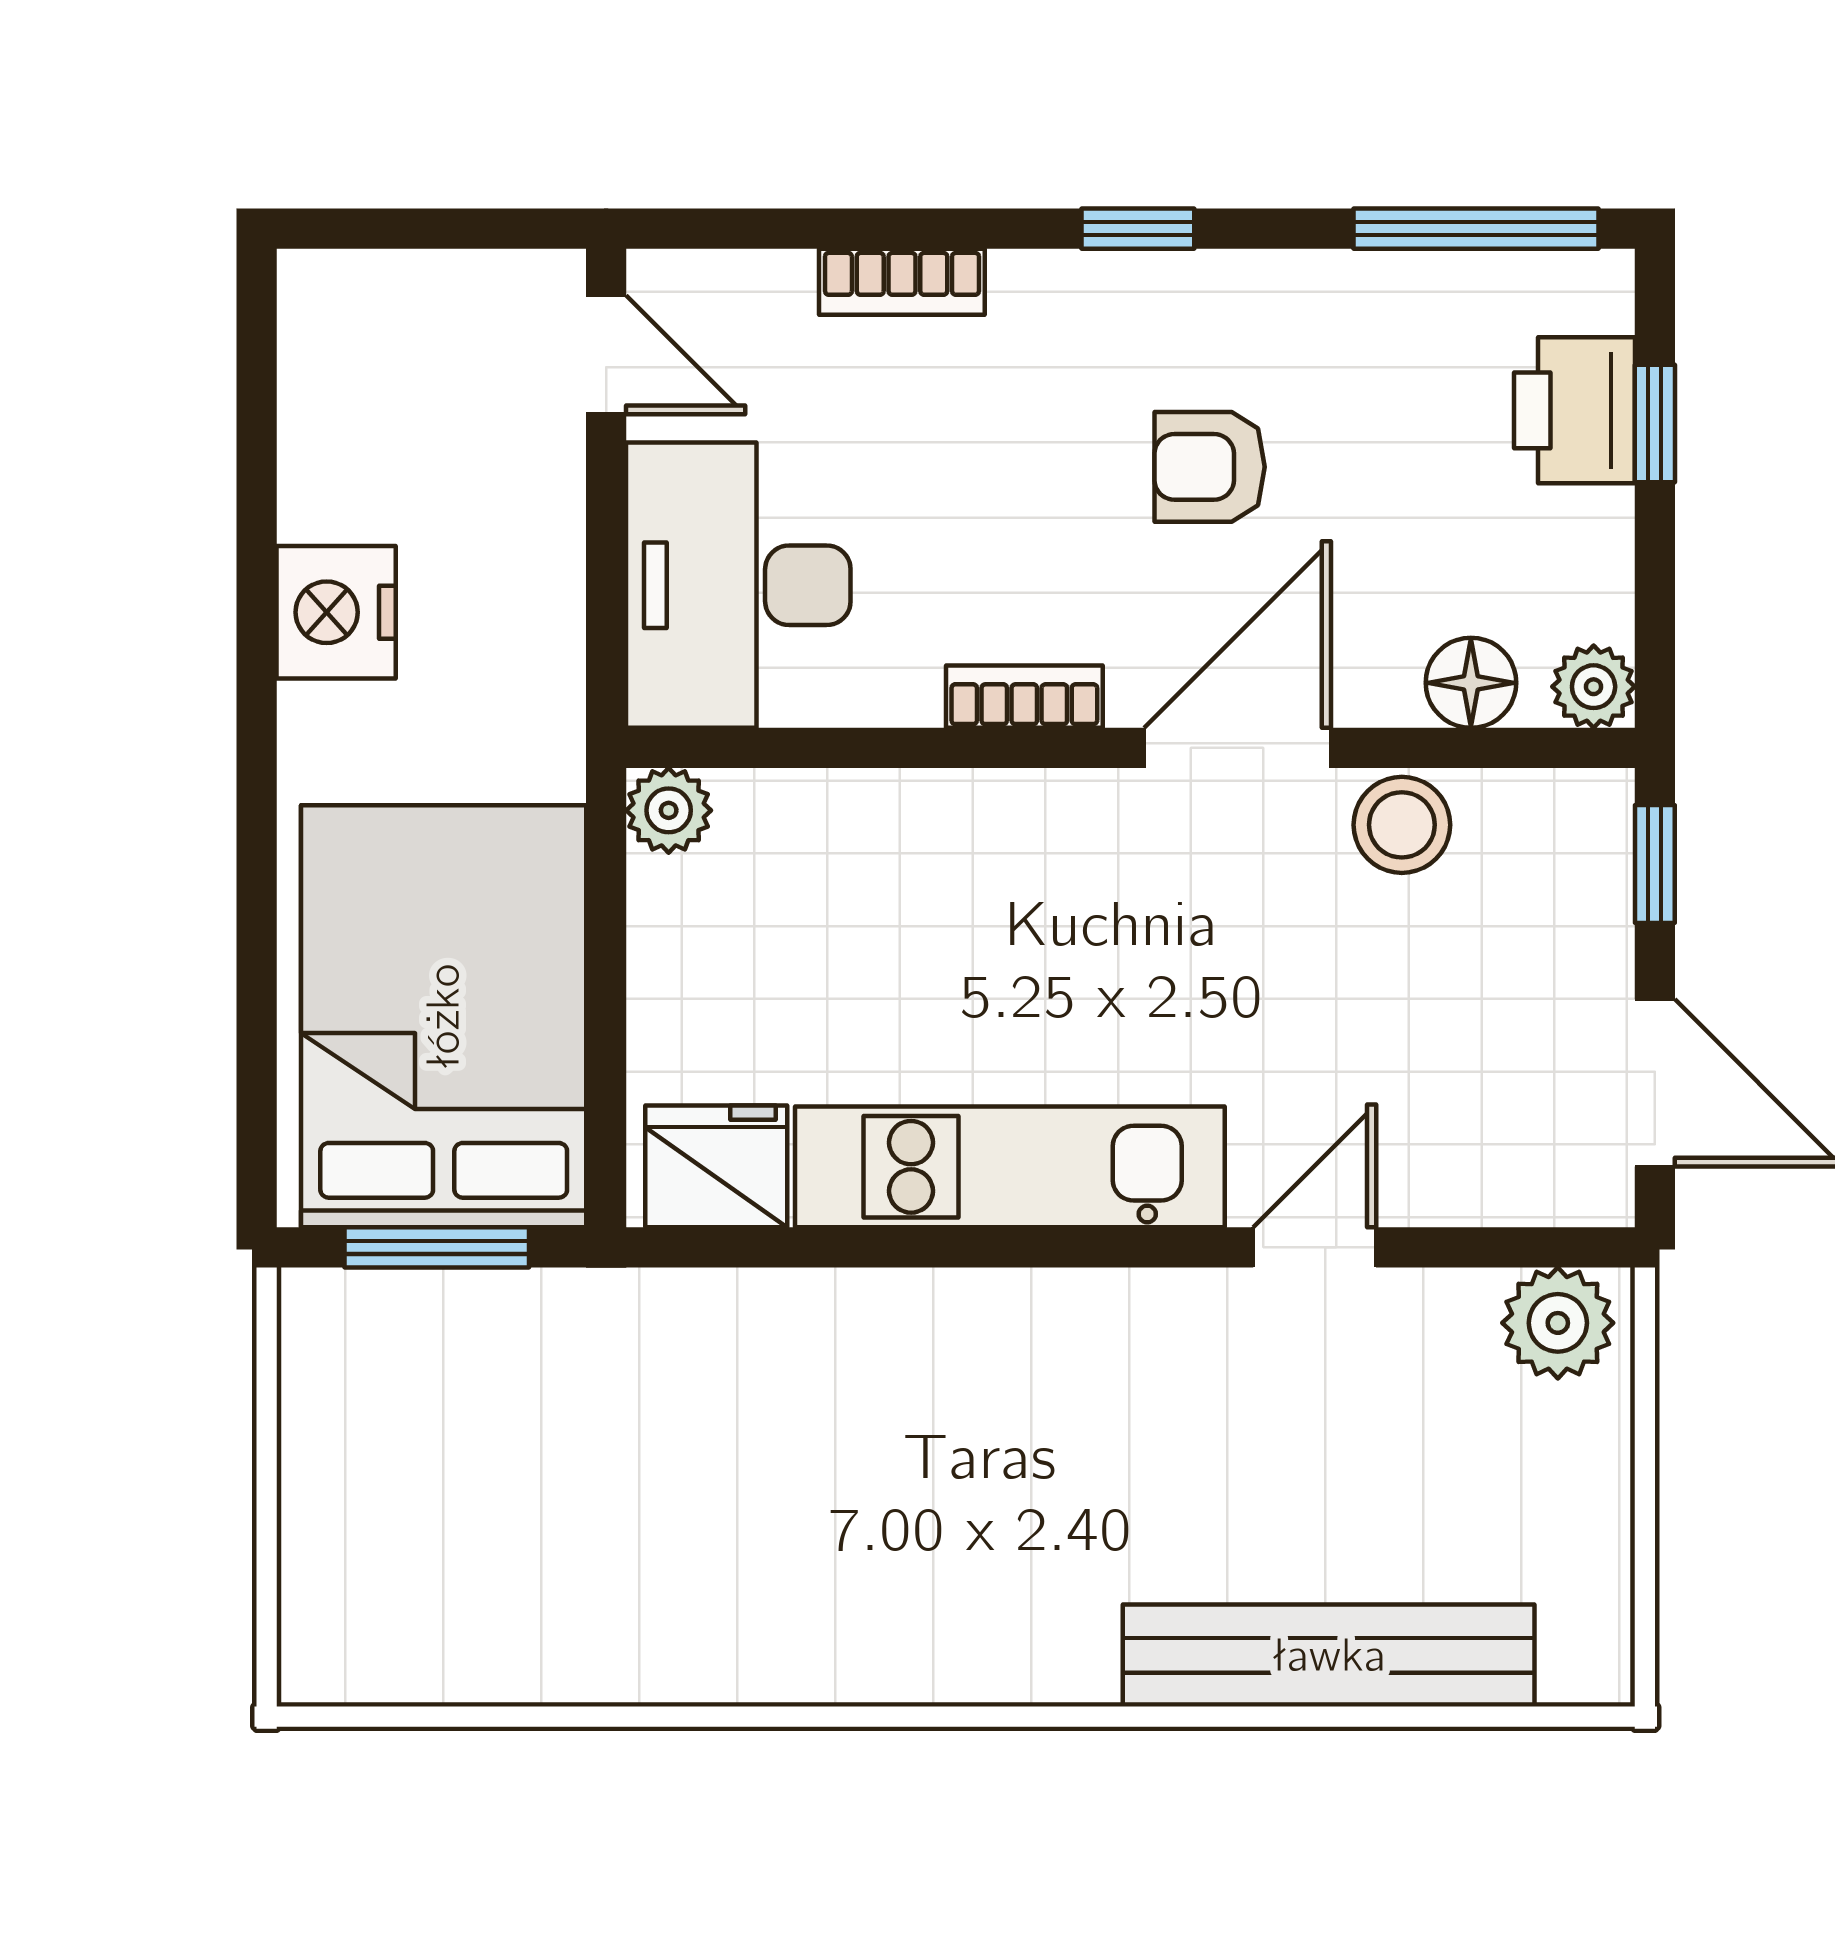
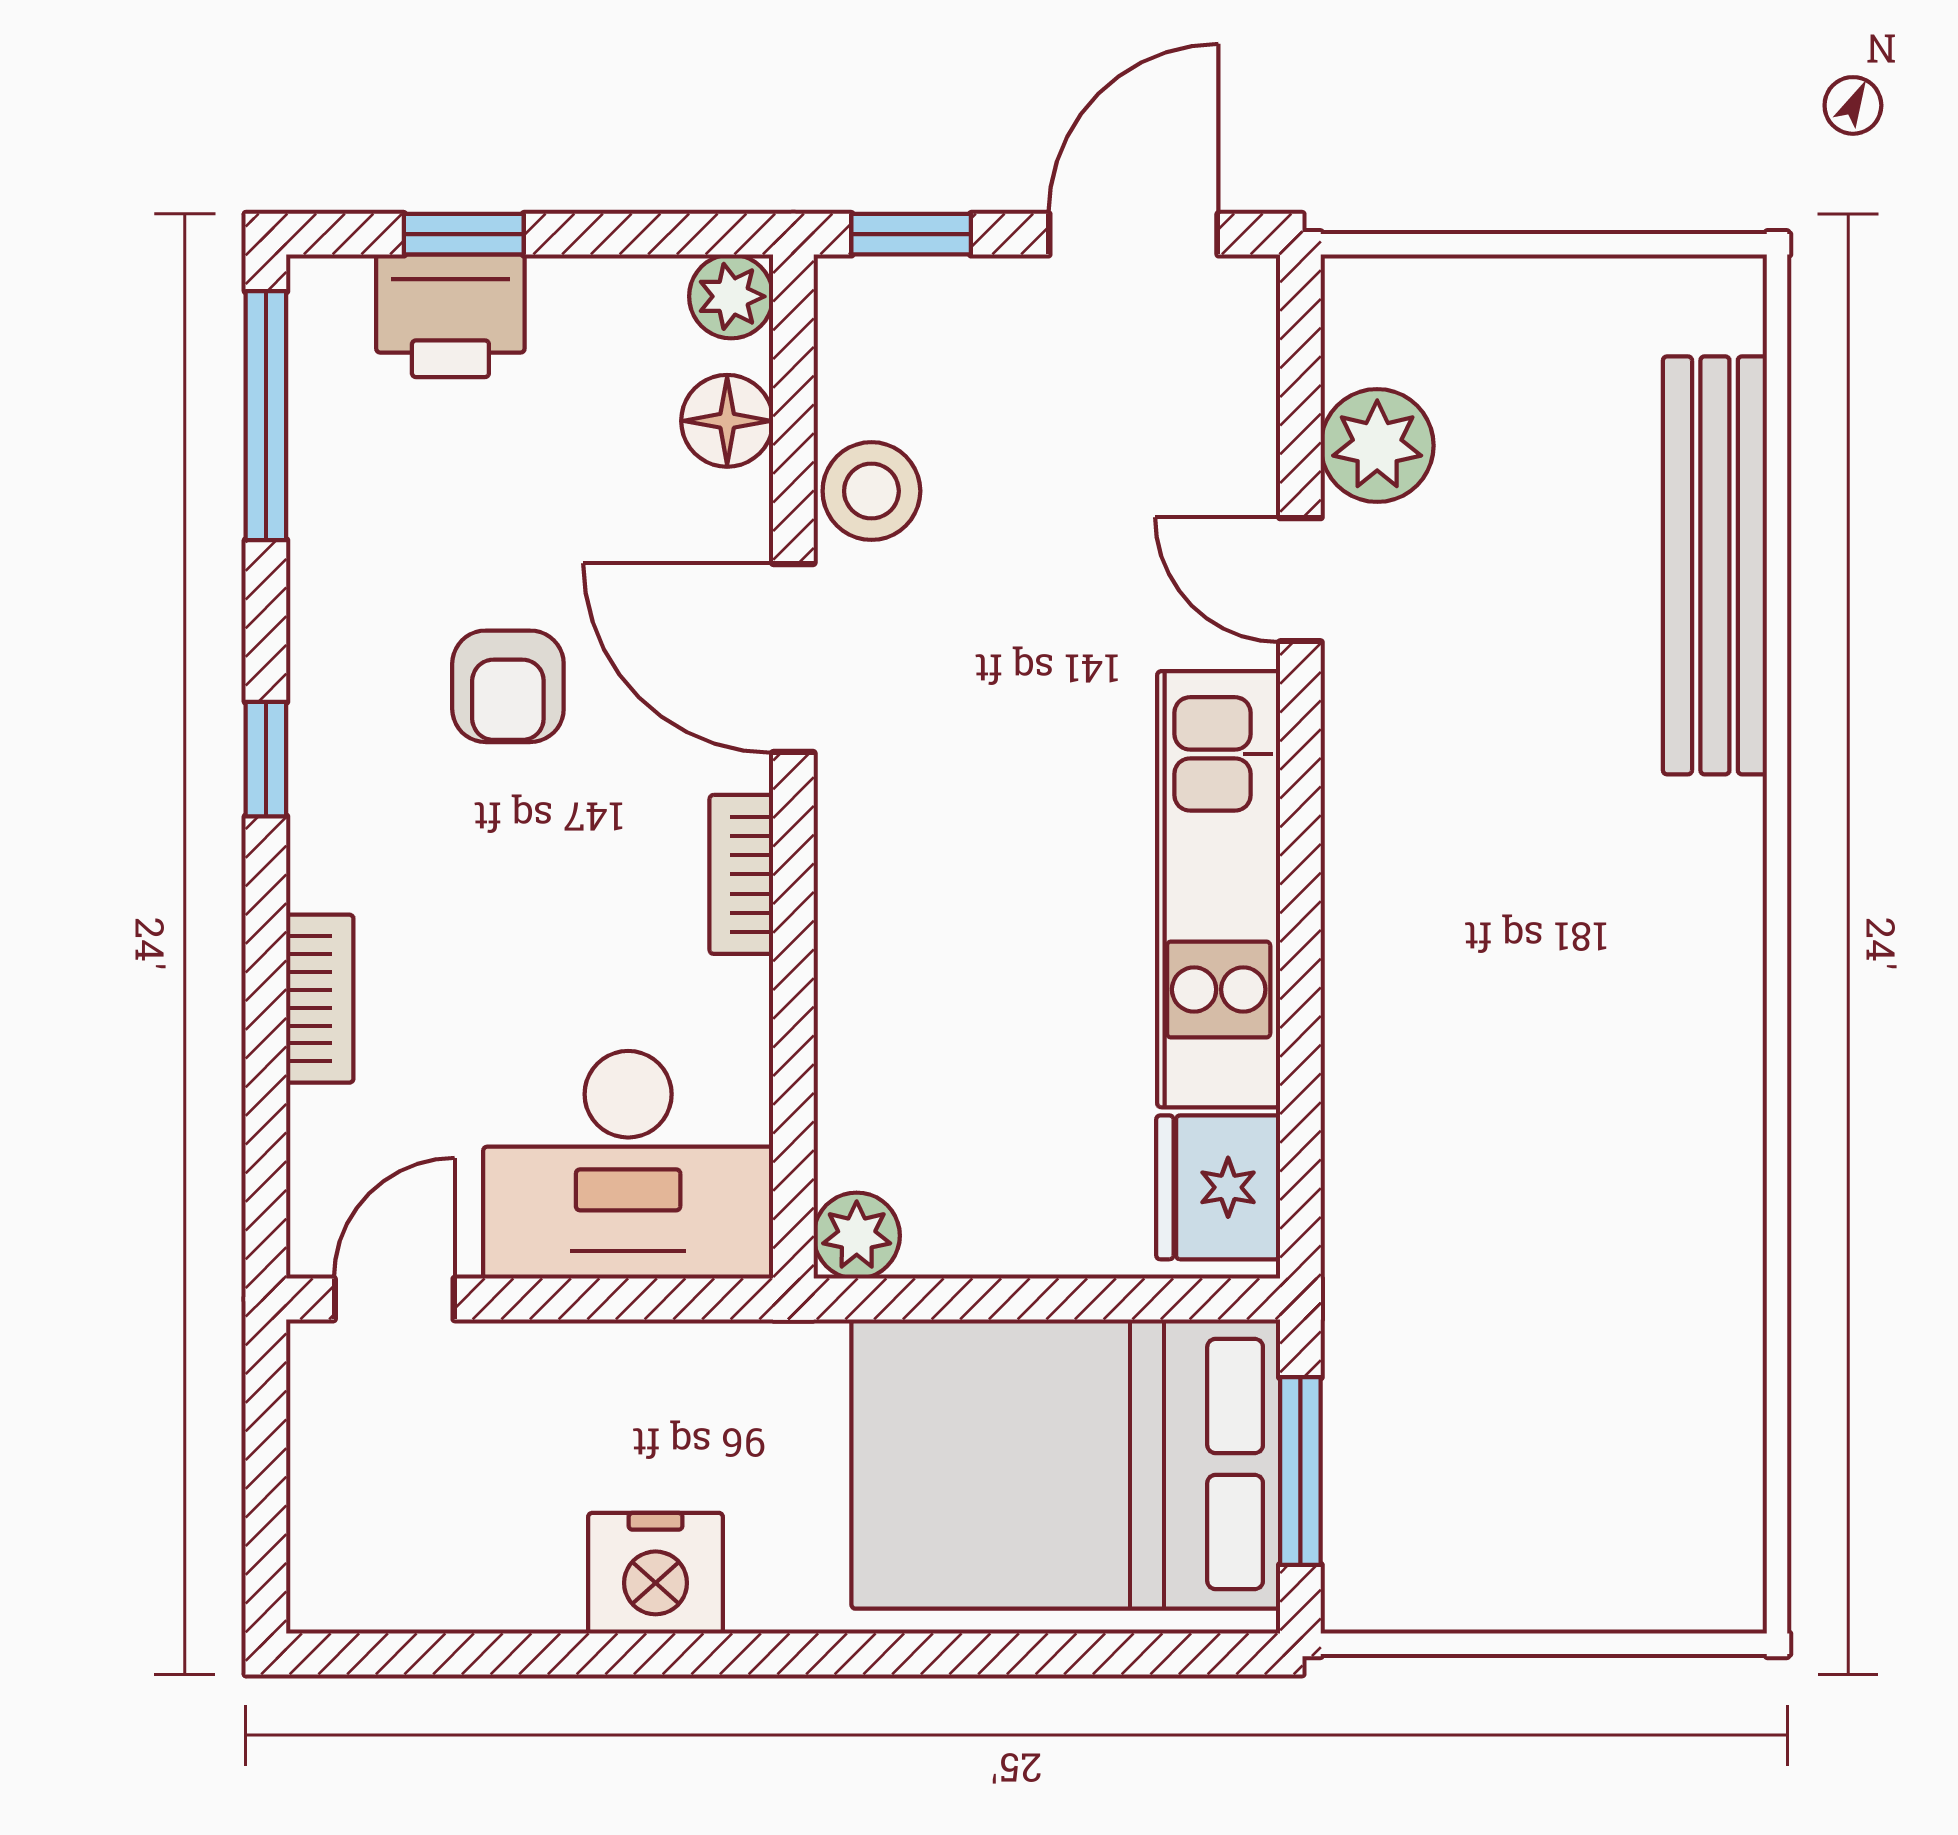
plant: (1558, 1323) -> (1377, 446), moved

